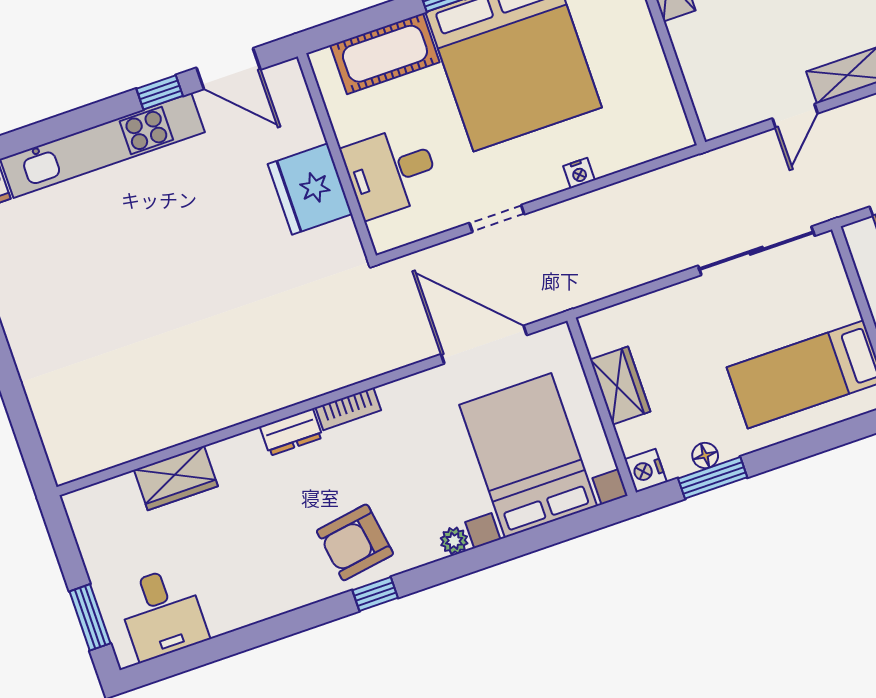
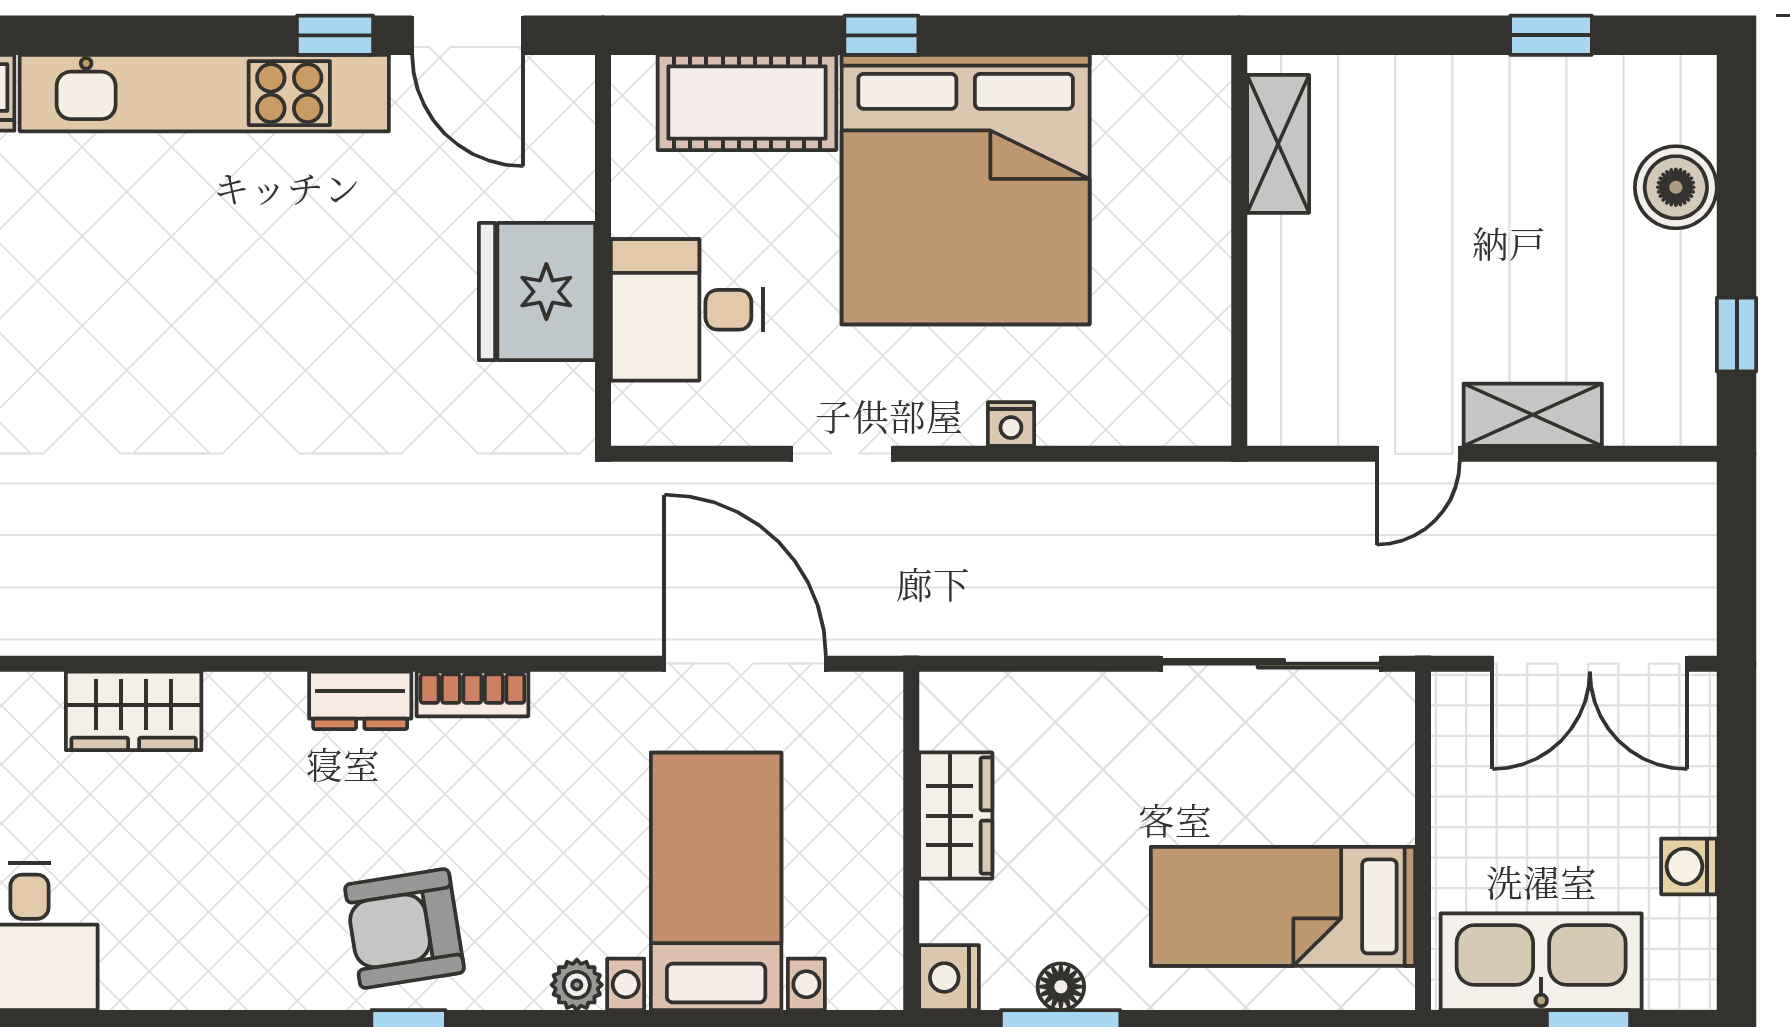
bed with nightstands: (528, 455) -> (716, 881), width x0.73

